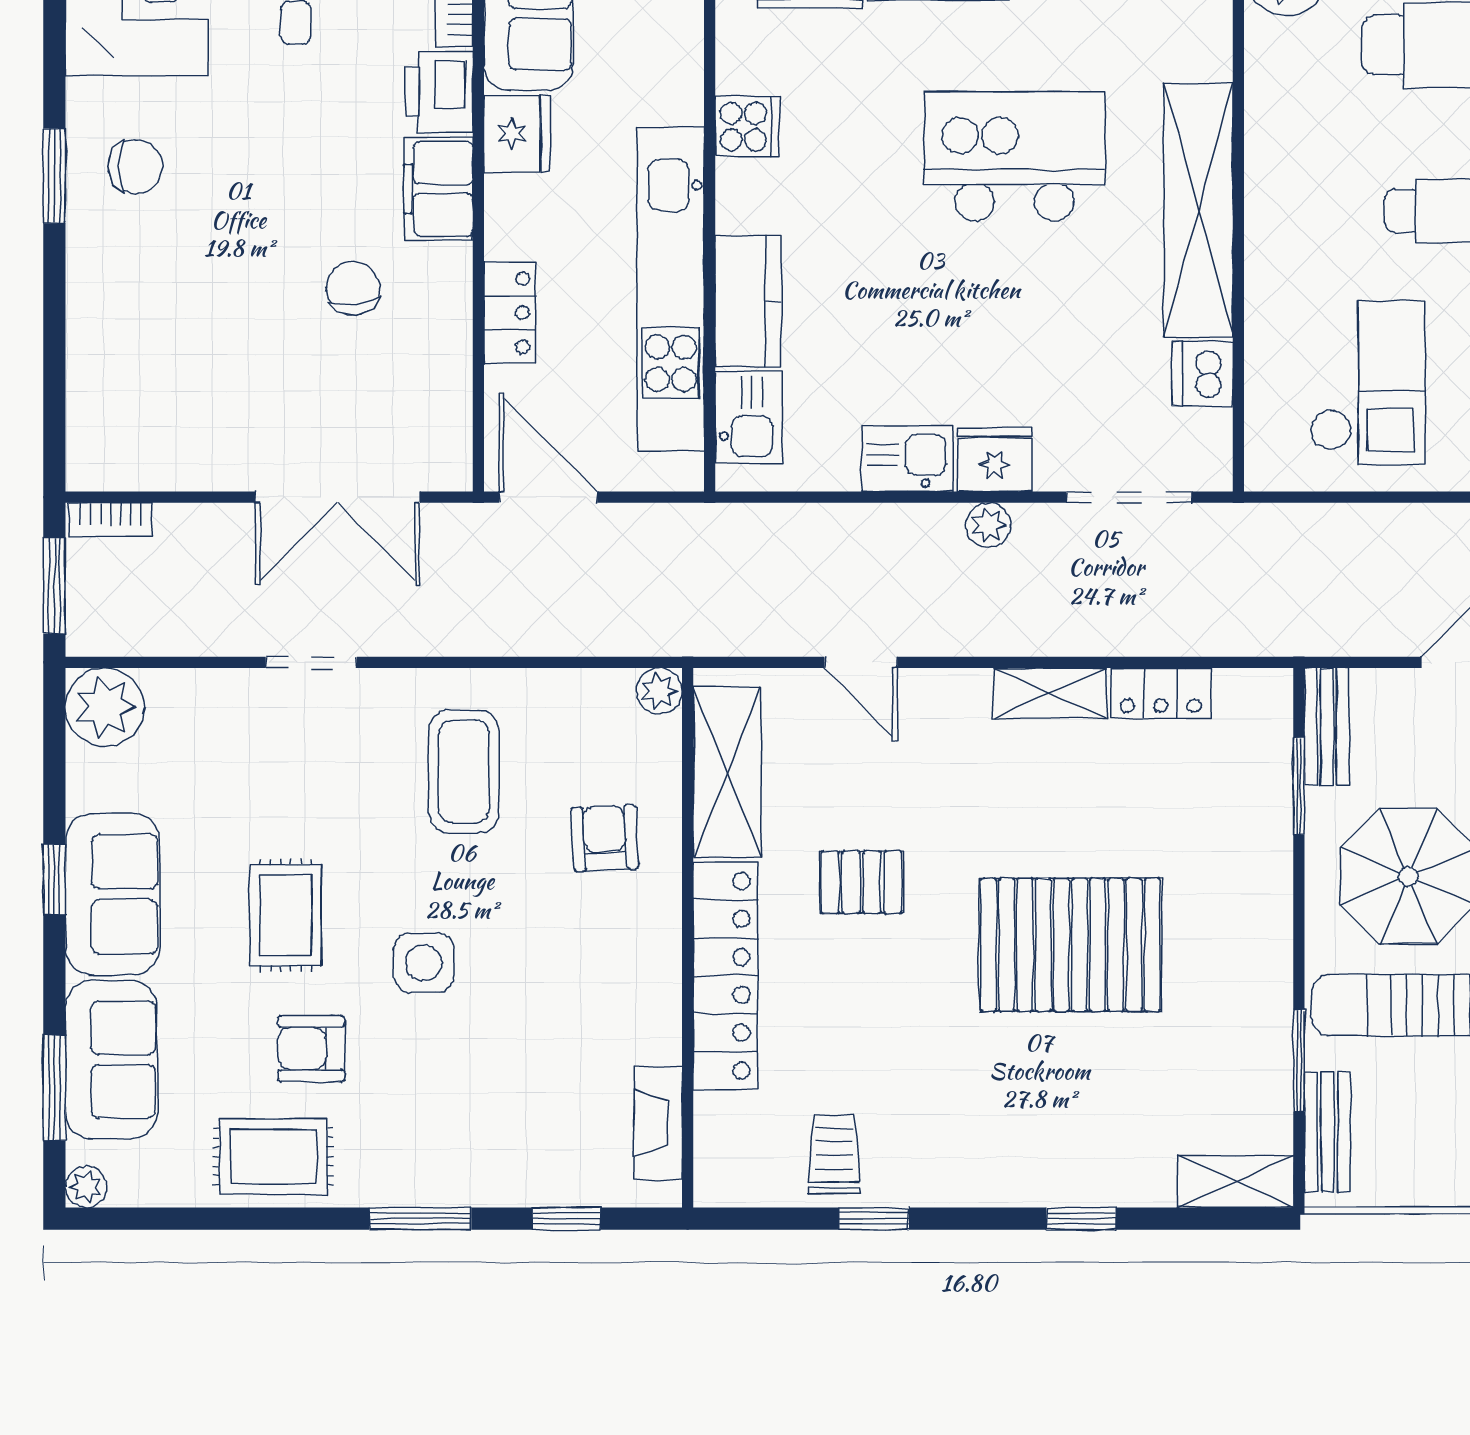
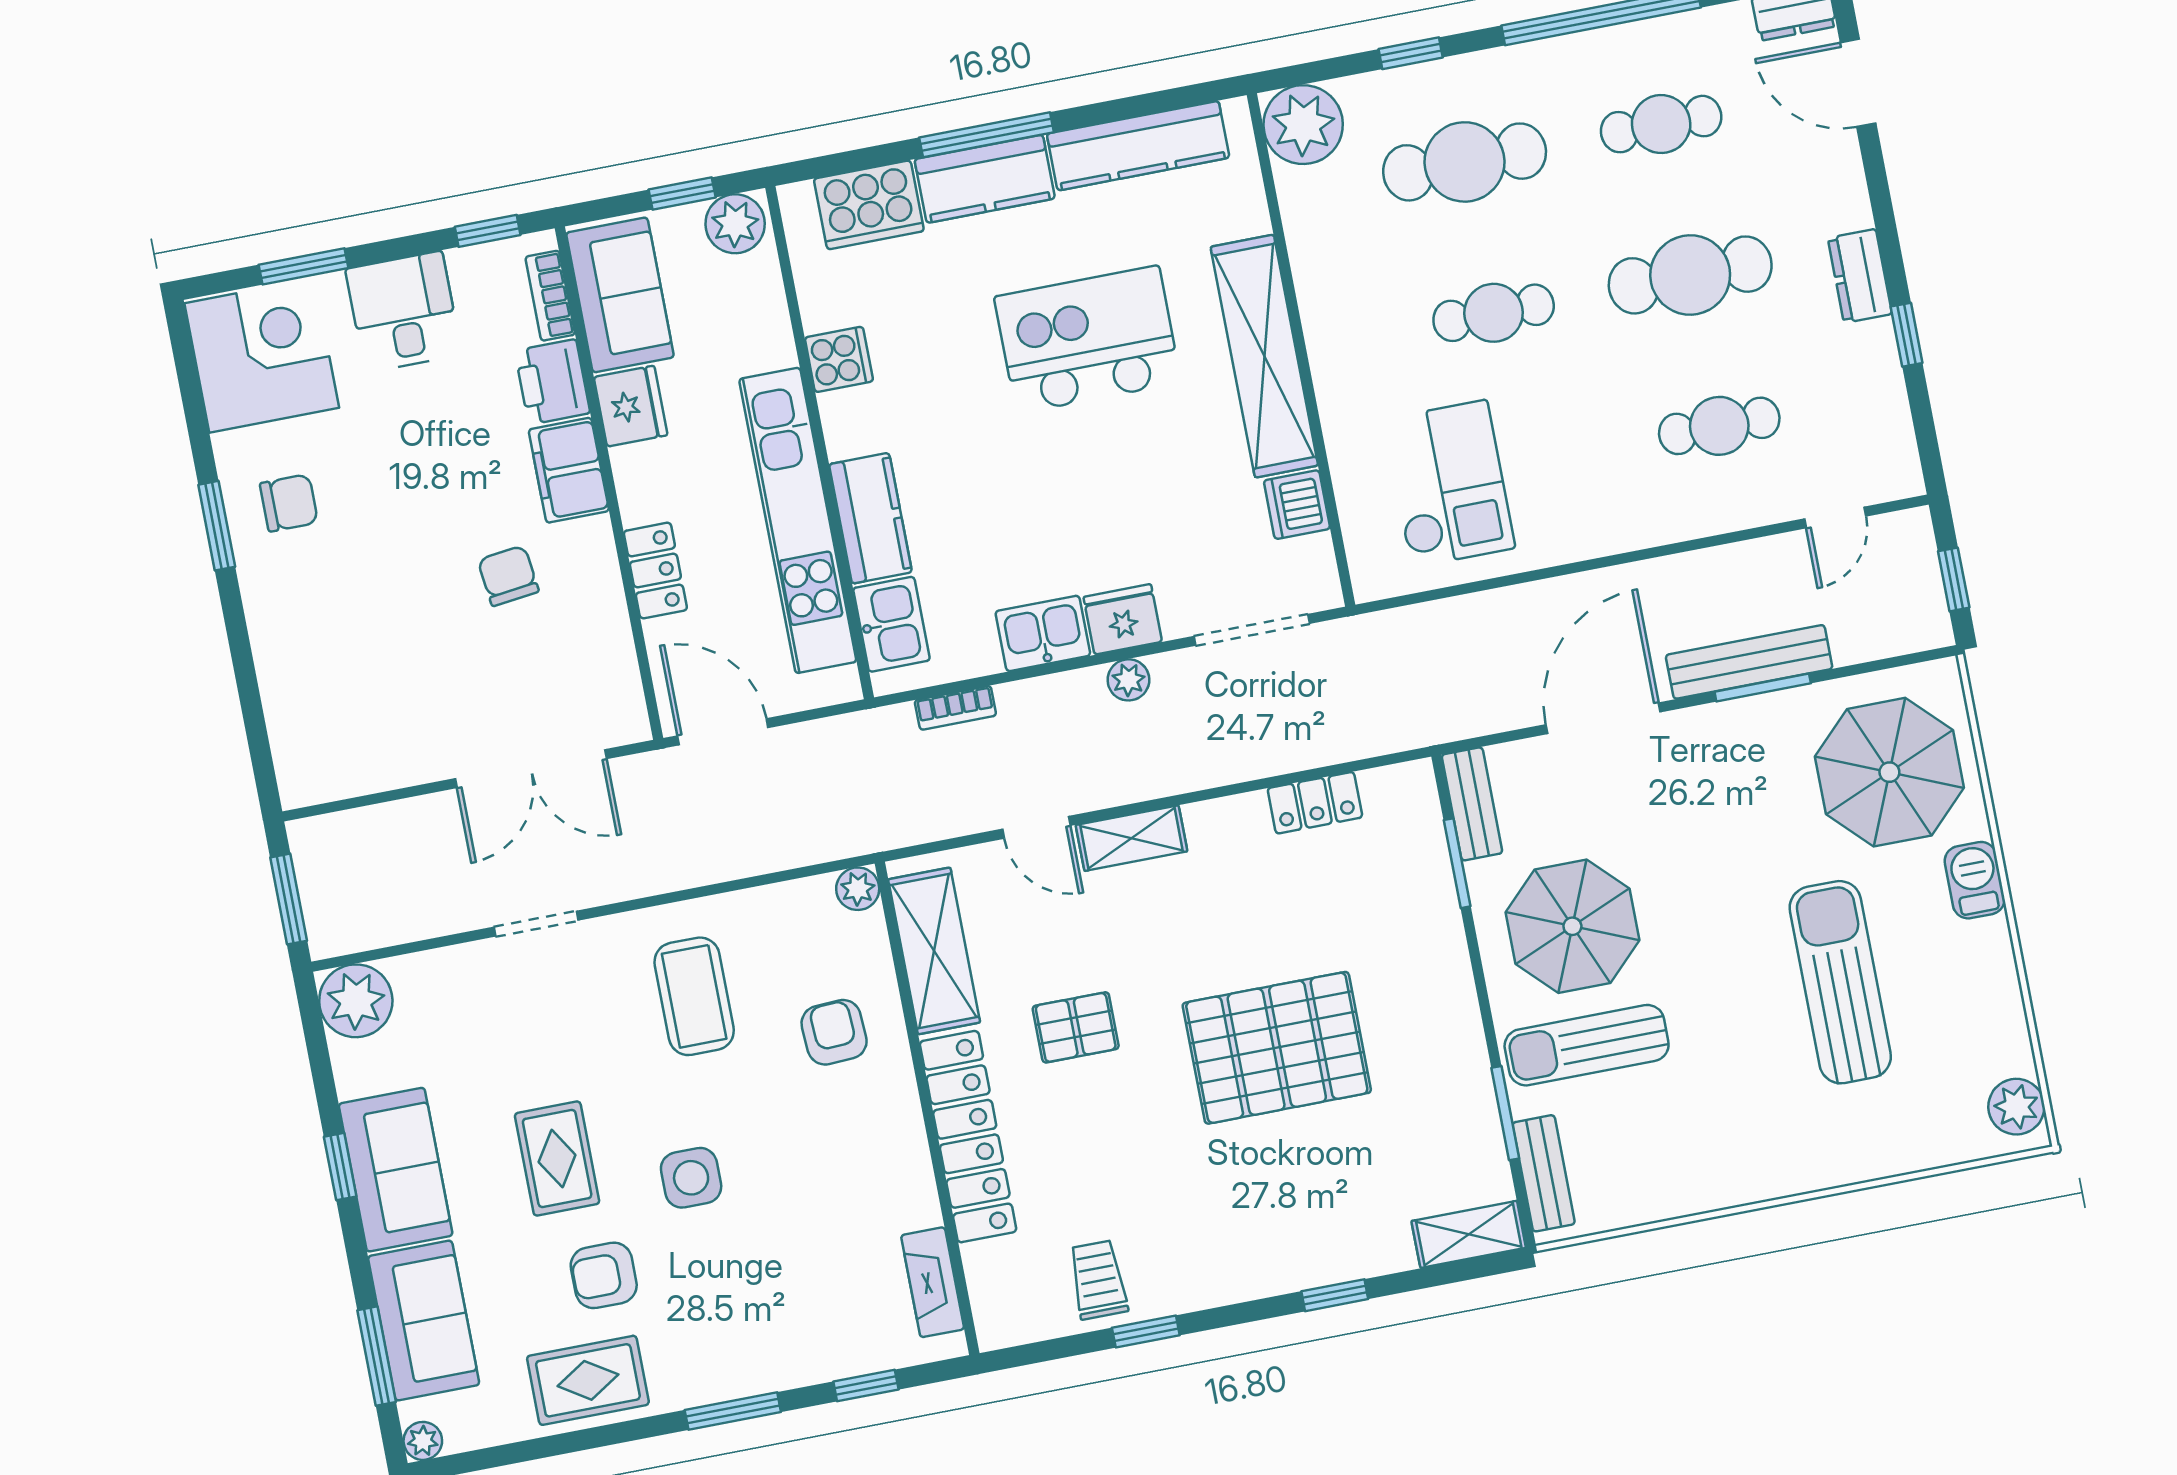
bookcase: (110, 519) -> (955, 708), moved
shelving: (1050, 693) -> (1132, 838), moved

